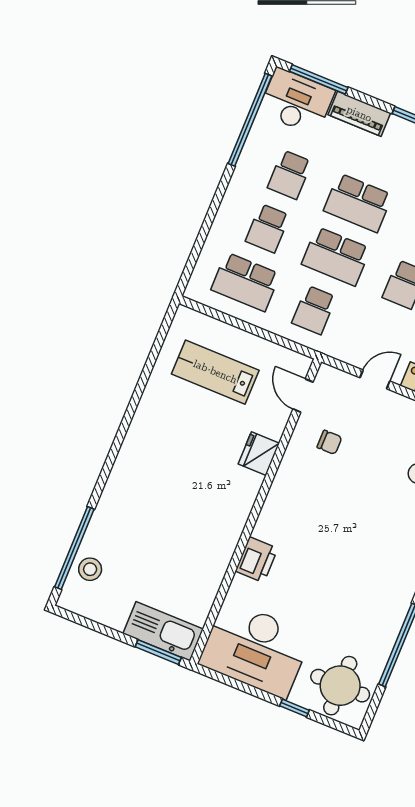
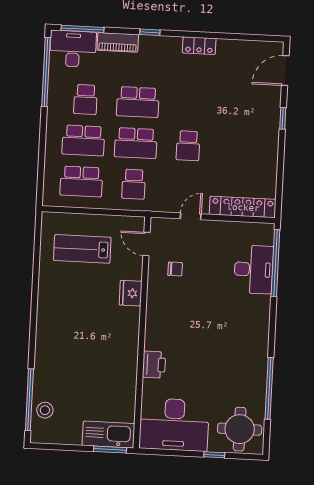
school desk: (268, 228) -> (83, 140), width x1.85

